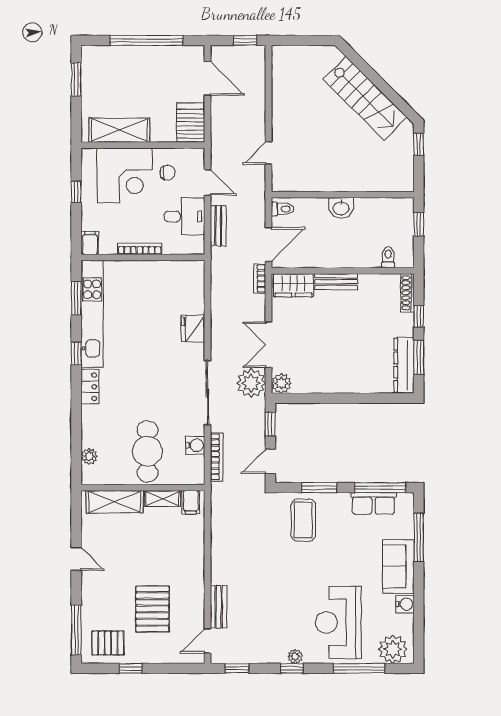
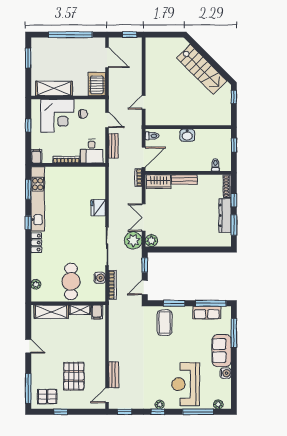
desk: (185, 216) -> (92, 151), moved, turned 90
dresser: (404, 365) -> (225, 216), moved
plant: (393, 649) -> (218, 404), width x0.53, depth x0.53

